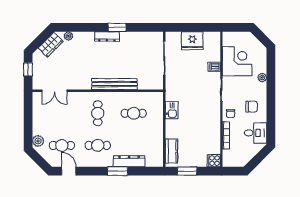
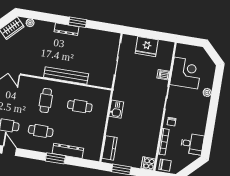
chair: (252, 107) -> (165, 165), moved

